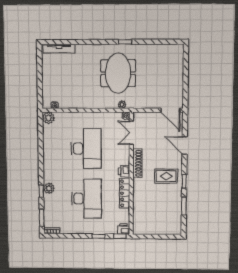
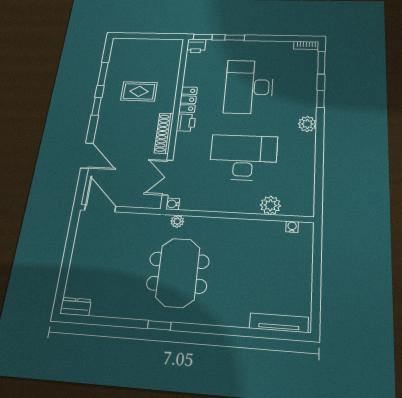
dresser: (175, 49) -> (76, 307), added
plant: (48, 118) -> (270, 205), moved
double door: (131, 133) -> (168, 177), swing flipped
desk: (86, 148) -> (243, 157), turned 90
rug: (166, 176) -> (139, 91), moved
plant: (49, 188) -> (307, 124), moved
locker: (125, 193) -> (188, 100), width x0.66

